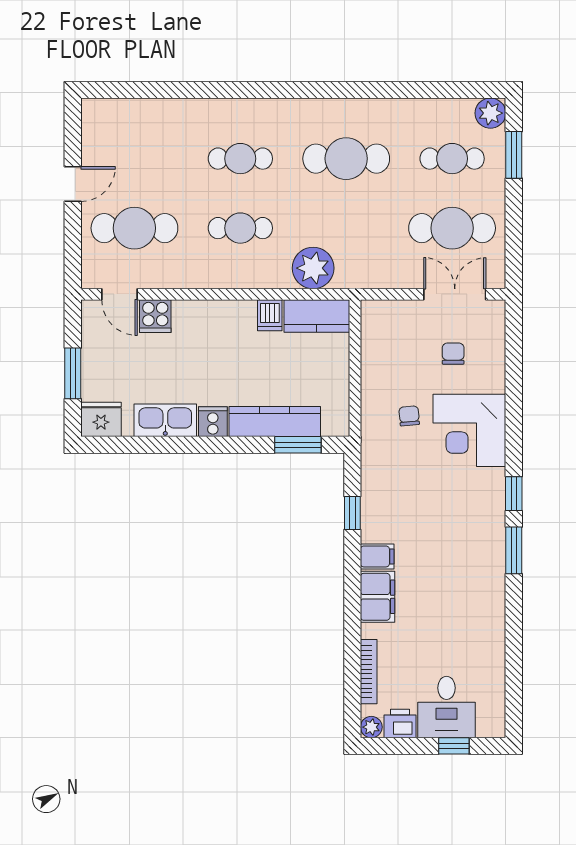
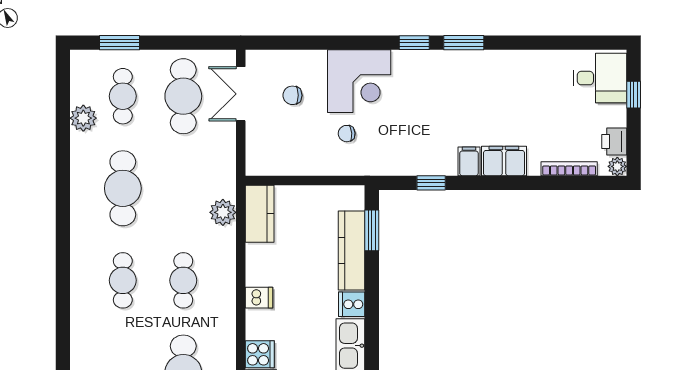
plant: (490, 113) -> (83, 118), moved
plant: (313, 268) -> (223, 212), width x0.73, depth x0.73
dishwasher: (270, 315) -> (259, 298), moved
desk: (447, 707) -> (600, 78), moved

